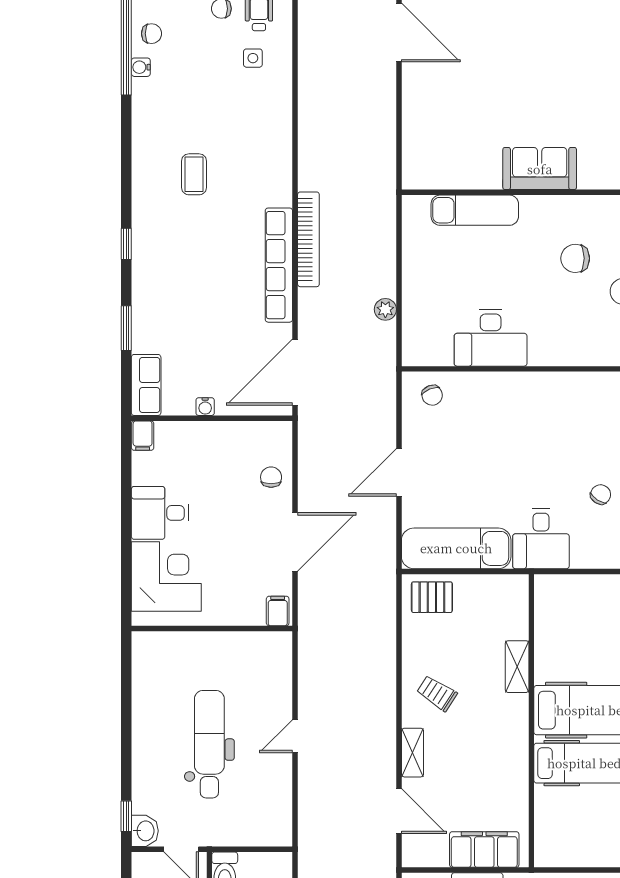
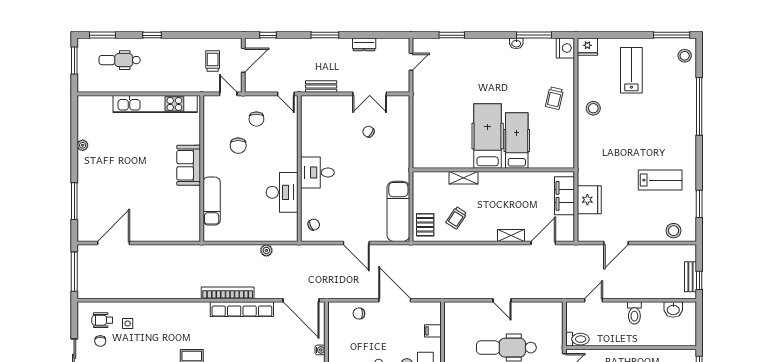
desk: (541, 538) -> (317, 172), moved, turned 180
filing cabinet: (278, 611) -> (433, 331), moved
trolley: (437, 693) -> (456, 218), moved

